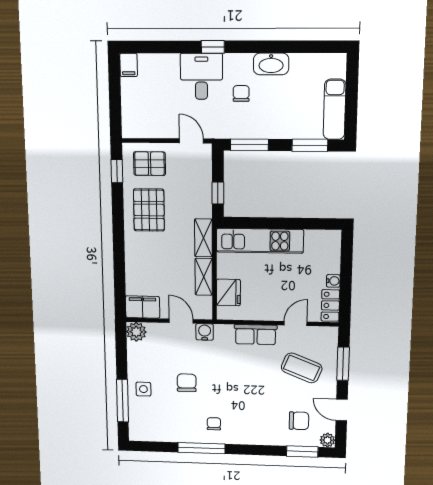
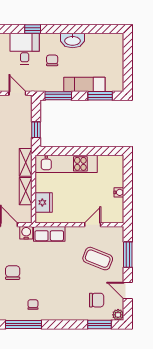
exam couch: (335, 109) -> (84, 84), moved, turned 90
locker: (330, 305) -> (117, 211), removed
row of seats: (256, 335) -> (49, 234), moved

